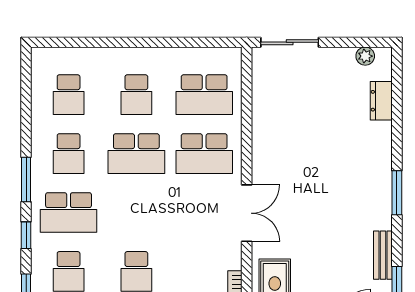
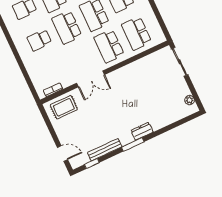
dresser: (381, 101) -> (142, 131), moved
school desk: (136, 212) -> (67, 27), added
bench: (383, 255) -> (105, 150), width x1.36

